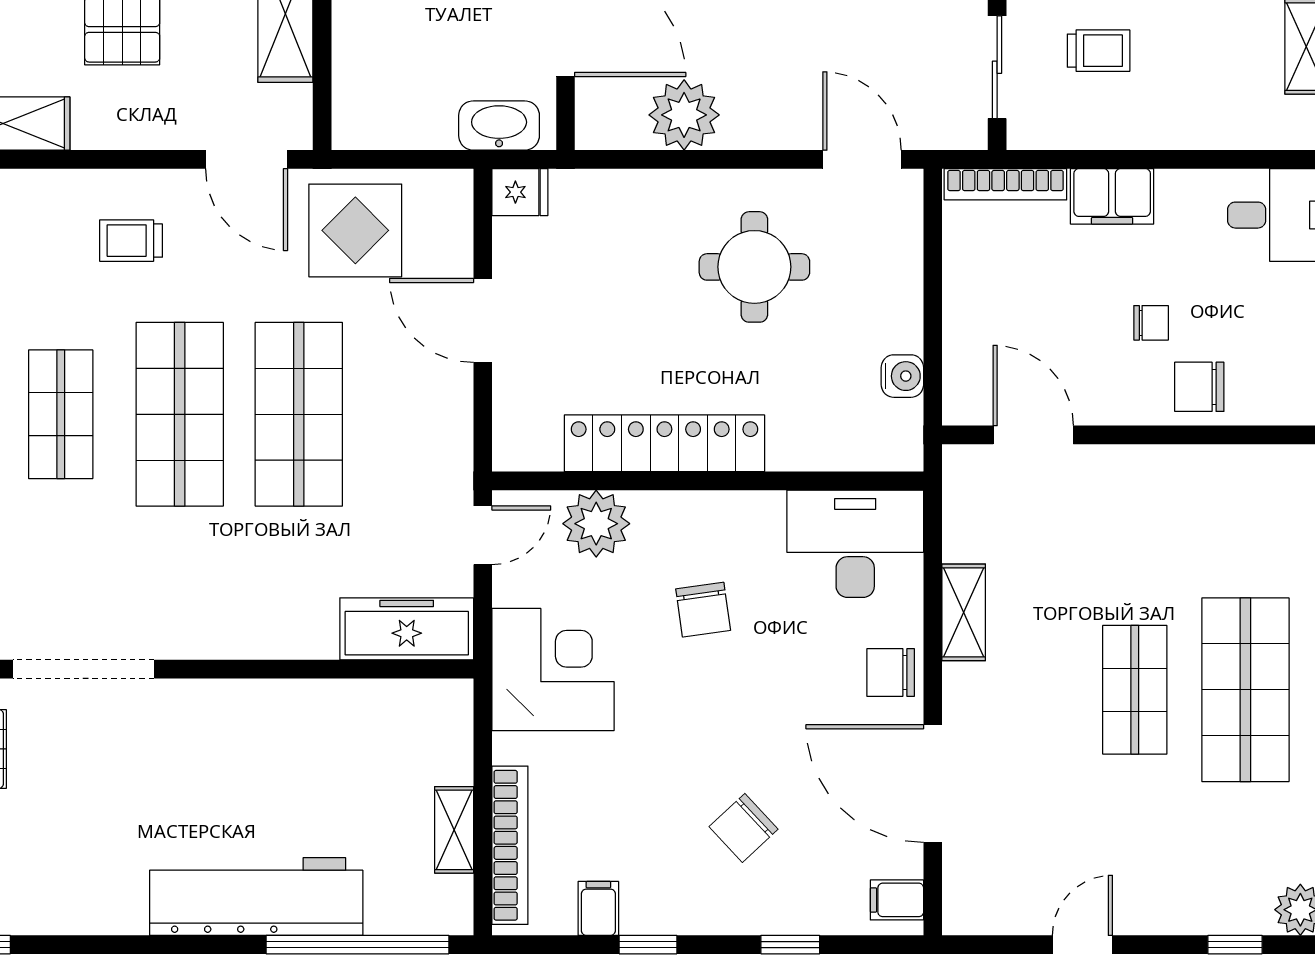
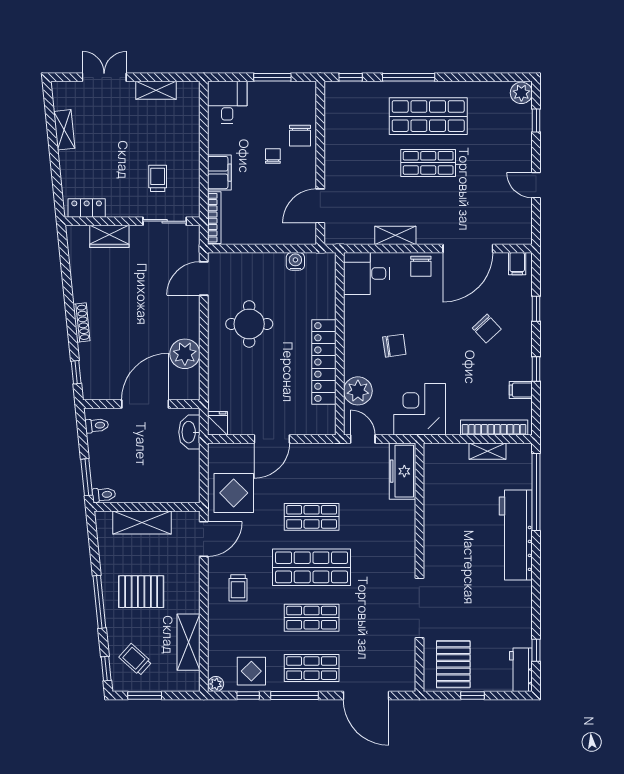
shop shelf: (299, 414) -> (312, 517), width x0.70, depth x0.74
desk: (855, 544) -> (366, 273), width x0.73

